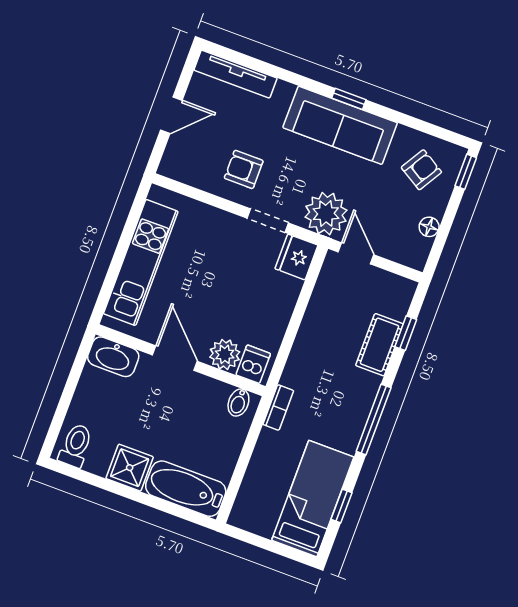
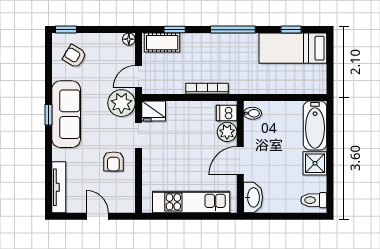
floor lamp: (429, 227) -> (129, 39), moved
cot: (379, 345) -> (162, 43), moved
bookcase: (278, 408) -> (207, 89), moved, width x1.56

